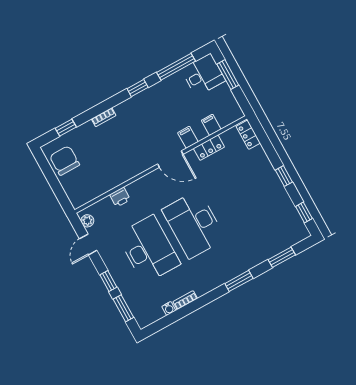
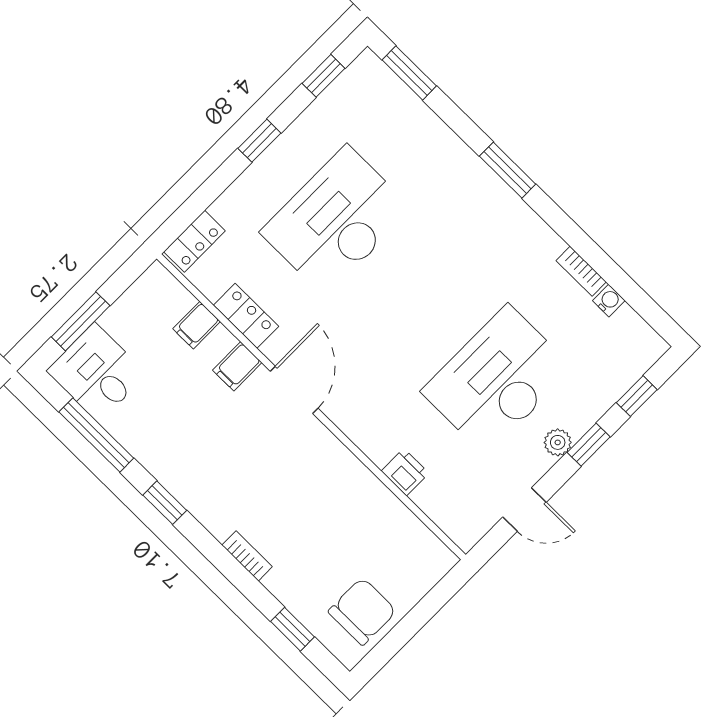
chair: (65, 160) -> (362, 611), turned 180
plant: (87, 221) -> (558, 442), moved
desk: (194, 224) -> (336, 221), moved, turned 180
window: (282, 257) -> (409, 73), moved
window: (123, 308) -> (637, 396), width x0.67

